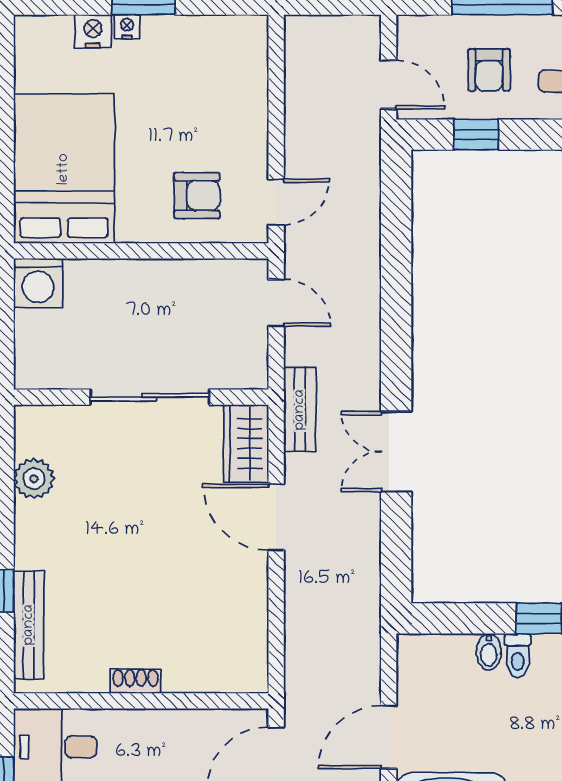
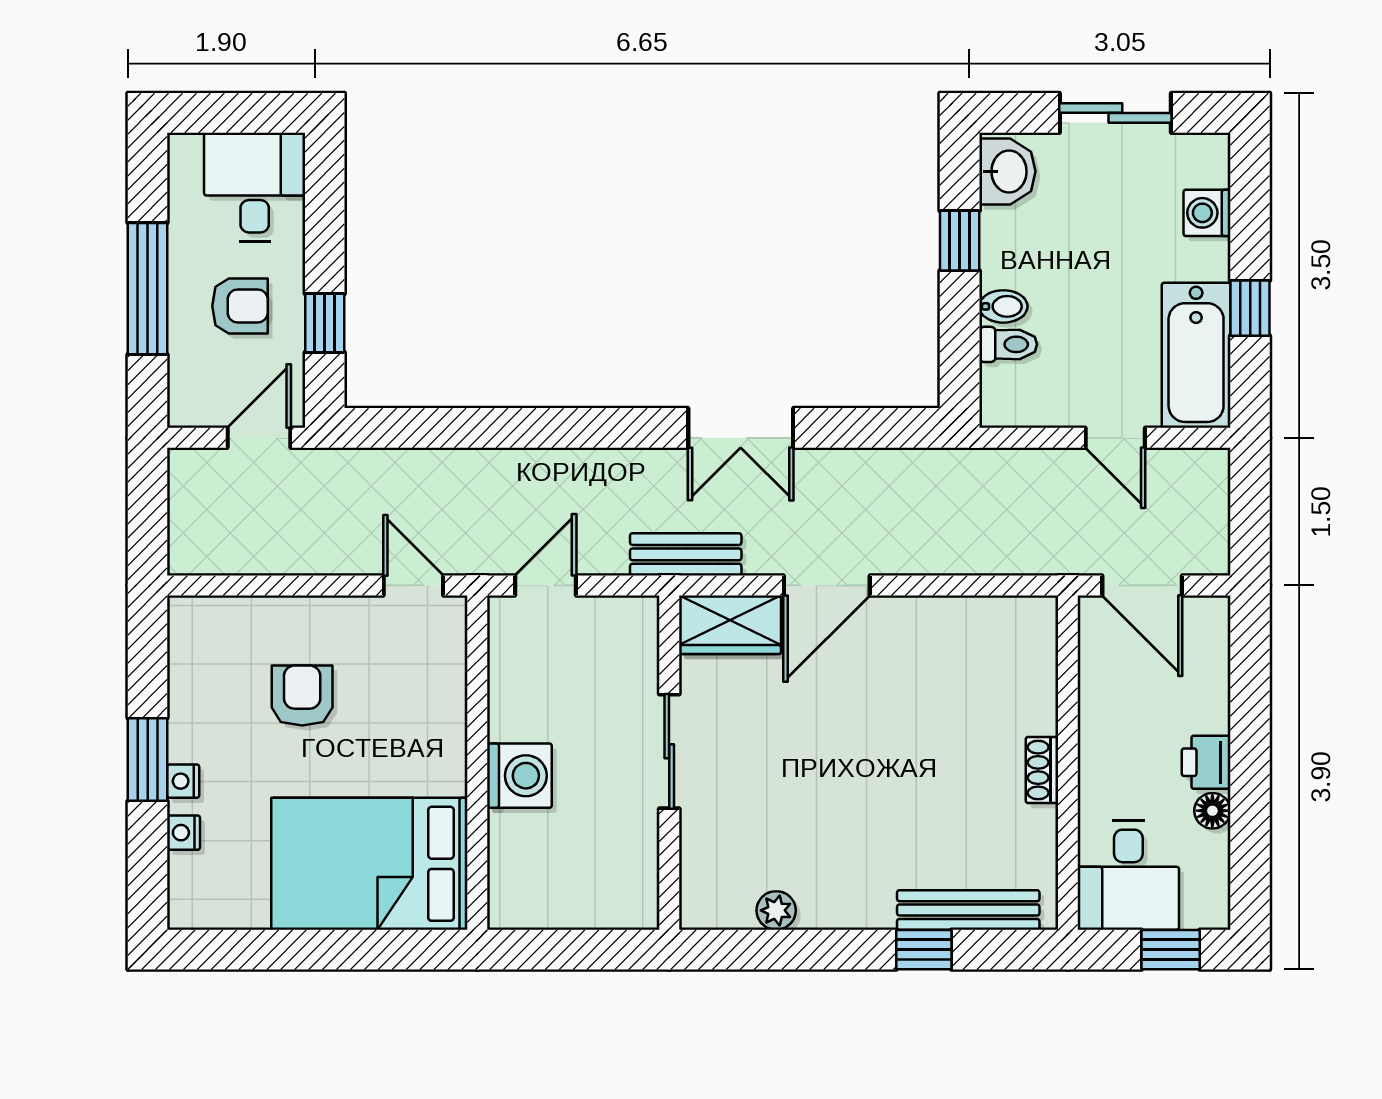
nightstand: (93, 31) -> (184, 833), width x0.72, depth x0.74
armchair: (197, 196) -> (302, 696), moved
washing machine: (38, 283) -> (519, 776), moved
sliding door: (150, 397) -> (669, 751), width x0.73
plant: (34, 479) -> (776, 910), width x0.73, depth x0.73
toilet: (518, 655) -> (1008, 344), moved
door: (389, 737) -> (1115, 438), width x0.73

